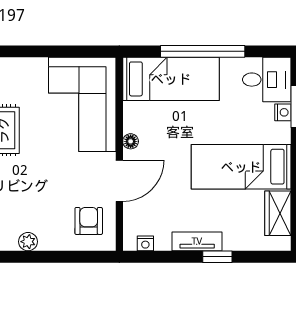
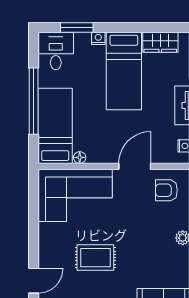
nightstand: (283, 112) -> (98, 38), moved
floor lamp: (131, 141) -> (80, 157), moved
door: (119, 181) -> (135, 166), hinge flipped

